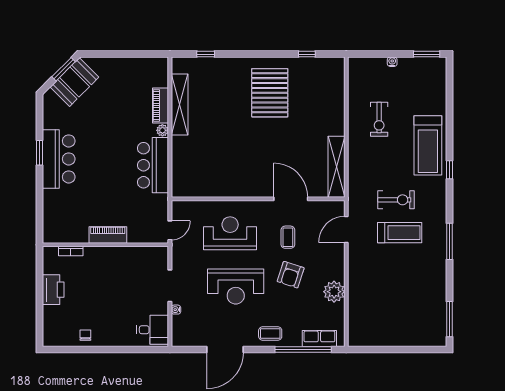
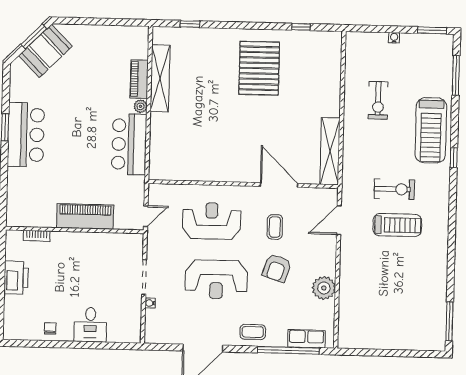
piano: (108, 235) -> (85, 216), width x1.37, depth x1.33
window: (449, 241) -> (456, 75), moved
desk: (153, 330) -> (90, 325), moved, turned 90

